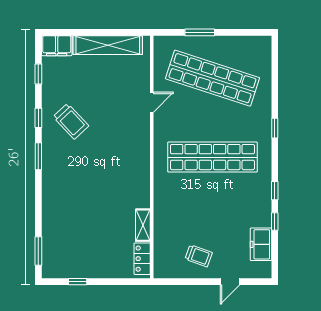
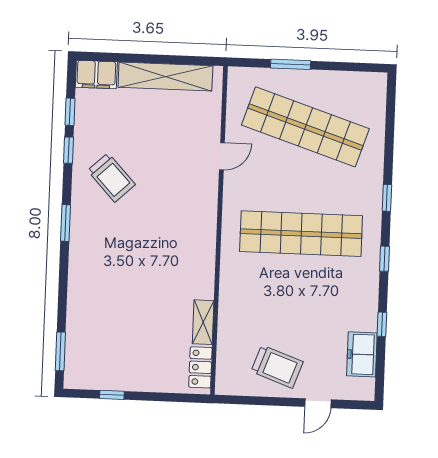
window: (38, 118) -> (68, 150), moved
window: (275, 191) -> (385, 259), moved
trolley: (199, 256) -> (277, 367), width x1.36, depth x1.39

